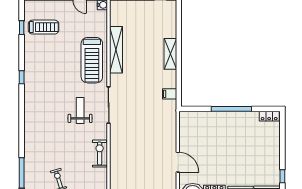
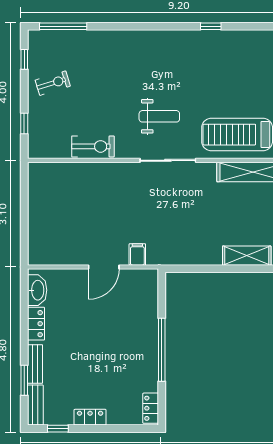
filing cabinet: (170, 94) -> (137, 254), moved
locker: (275, 155) -> (90, 417), added
door: (178, 162) -> (104, 267), moved

